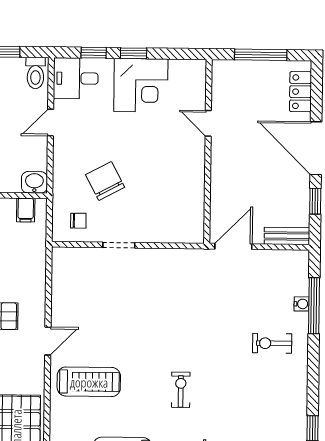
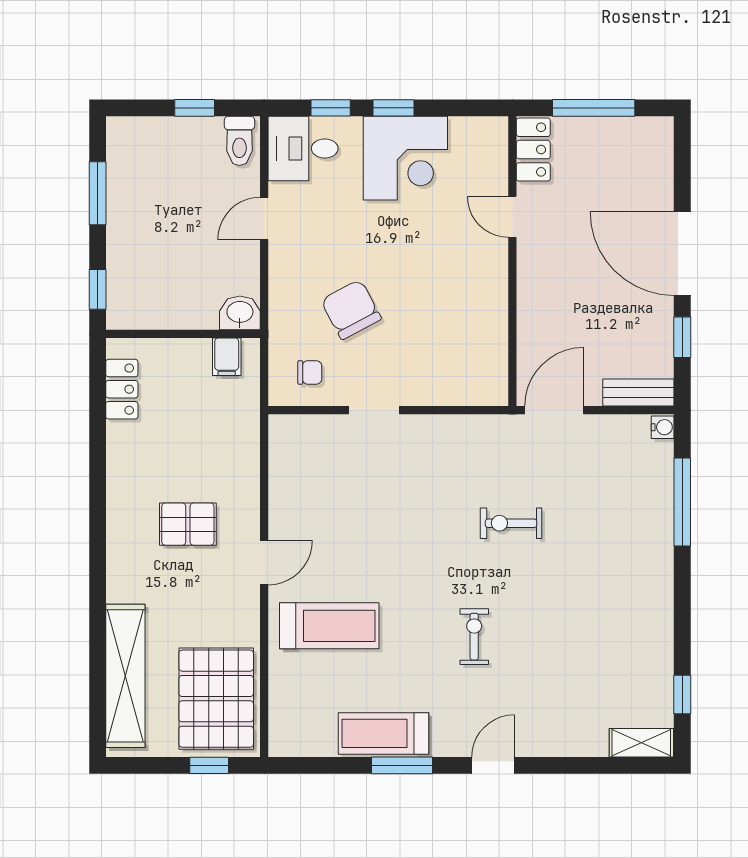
locker: (301, 92) -> (533, 150), moved, turned 180
water cooler: (301, 304) -> (663, 427), moved
exercise bike: (272, 343) -> (511, 523), moved

